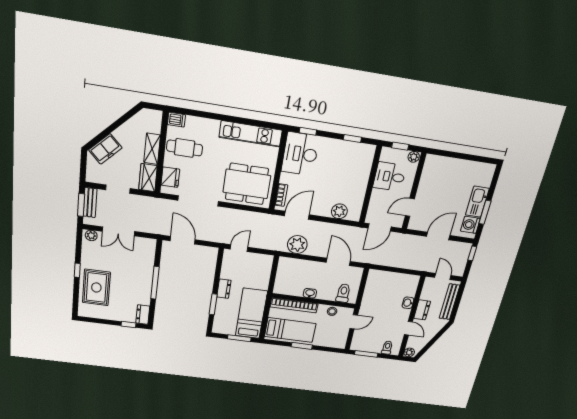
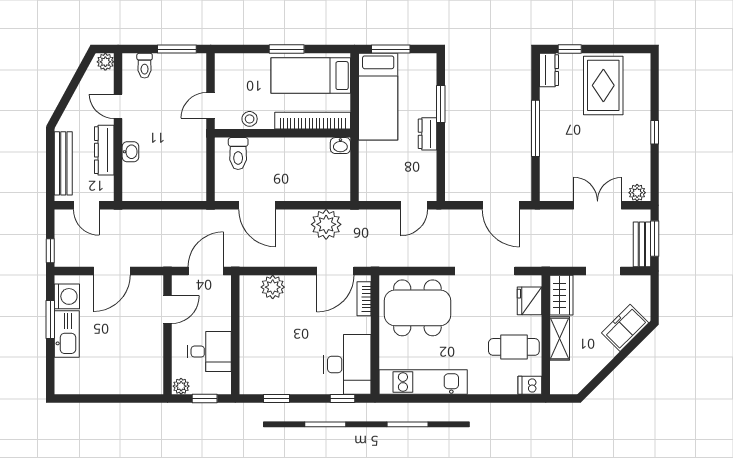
rug: (96, 287) -> (603, 85), moved
washbasin: (310, 293) -> (340, 146), moved
dresser: (422, 310) -> (104, 150), width x1.44

